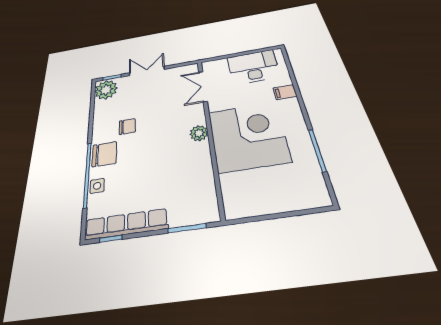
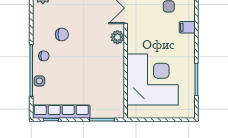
plant: (199, 133) -> (117, 37), moved
corner desk: (248, 136) -> (153, 79), moved
chair: (104, 154) -> (44, 56), width x0.54, depth x0.54

